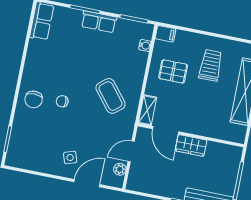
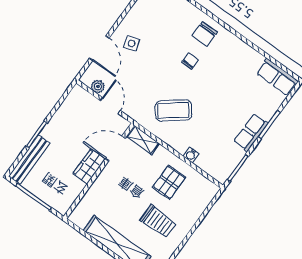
filing cabinet: (165, 34) -> (209, 192), removed
water cooler: (145, 45) -> (191, 155), moved
chair: (34, 99) -> (205, 34), turned -90

